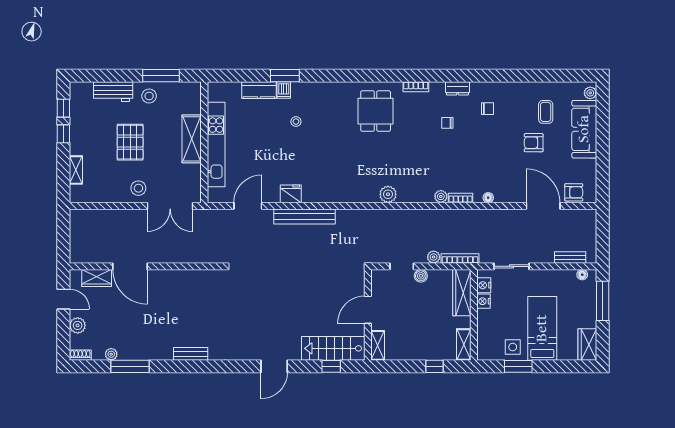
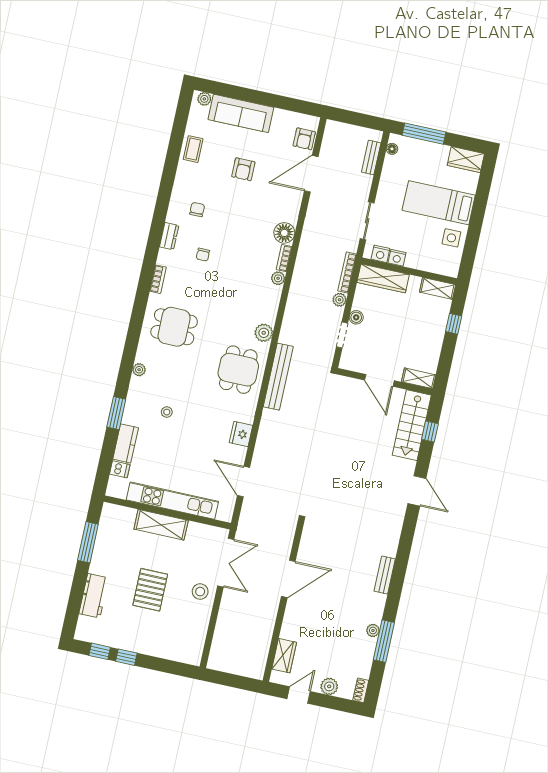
plant: (329, 88) -> (139, 370), added
dishwasher: (284, 90) -> (120, 469), moved
stool: (149, 96) -> (106, 559), removed
coffee table: (546, 112) -> (193, 149), moved, turned 90
pallet: (130, 142) -> (150, 590), turned 90
shelving: (76, 170) -> (167, 653), removed
dining table: (349, 178) -> (238, 370), added
armchair: (574, 192) -> (304, 139), turned 180
floor lamp: (488, 198) -> (284, 233), width x1.89, depth x1.89
bench: (304, 216) -> (278, 377), moved
door: (130, 266) -> (288, 579), moved
plant: (111, 354) -> (373, 630), moved
window: (518, 366) -> (473, 236), removed

